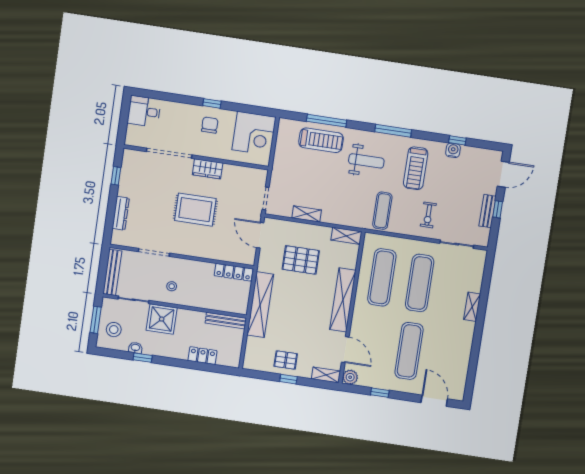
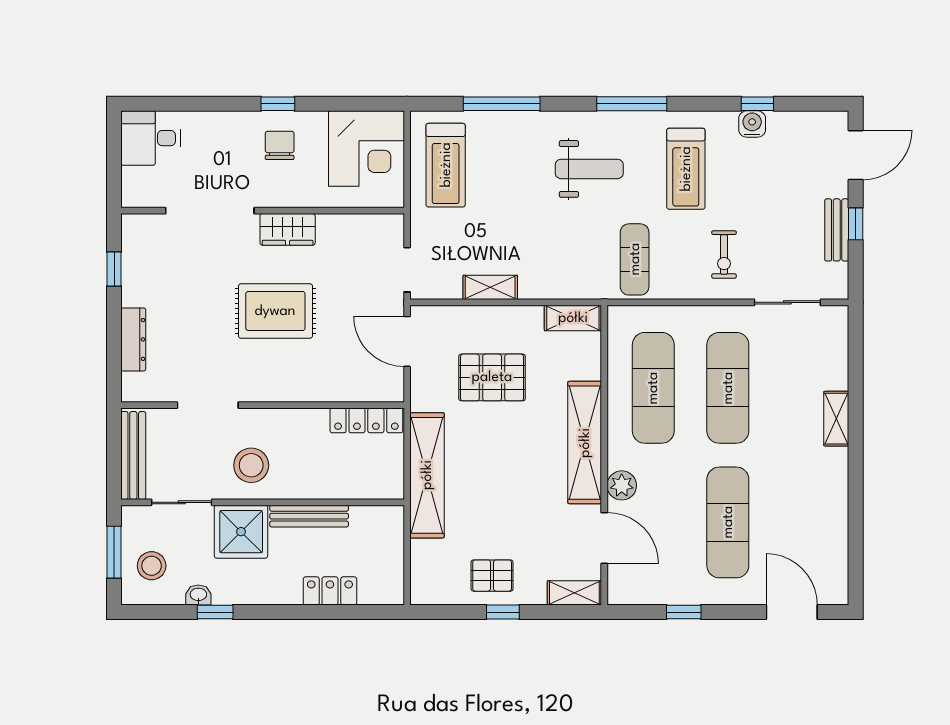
treadmill: (321, 140) -> (446, 165), moved, turned 90
stool: (172, 286) -> (251, 465), width x1.89, depth x1.89
bench: (226, 321) -> (309, 516), moved
plant: (350, 377) -> (622, 485), moved

